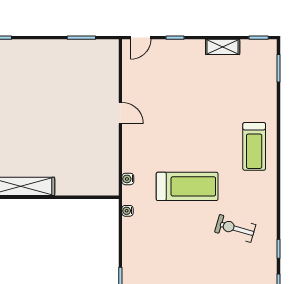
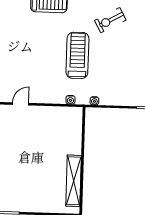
exercise bike: (235, 228) -> (110, 20), turned 45

